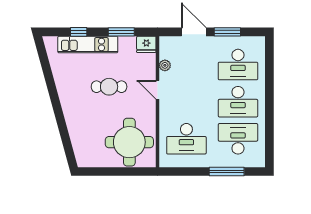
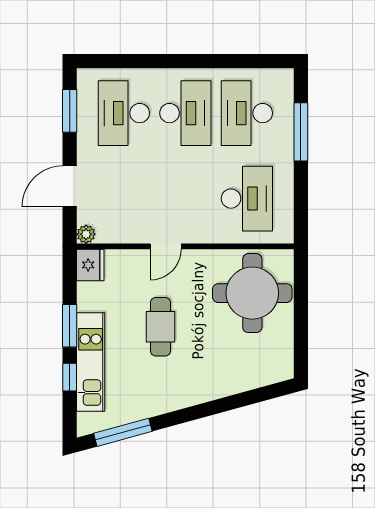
window: (121, 32) -> (70, 326), moved
window: (227, 32) -> (70, 111), moved
window: (45, 64) -> (123, 432), added
plant: (165, 65) -> (86, 234), moved
desk: (238, 65) -> (124, 113), turned 180

